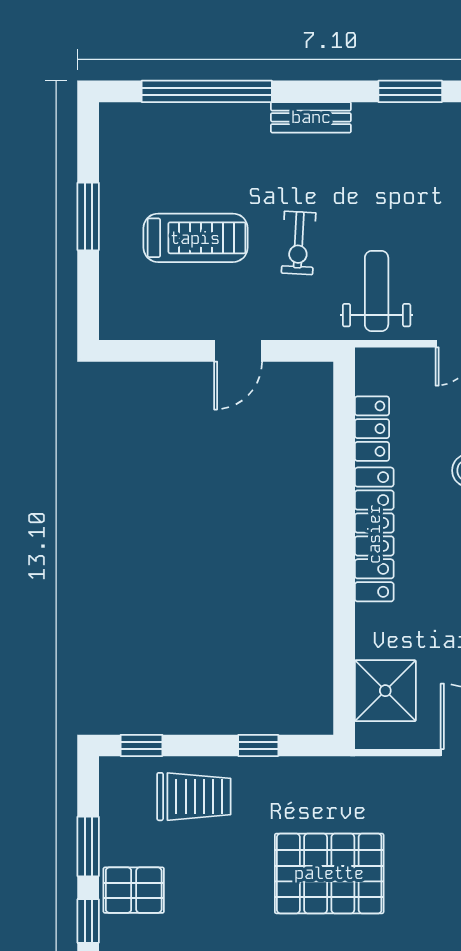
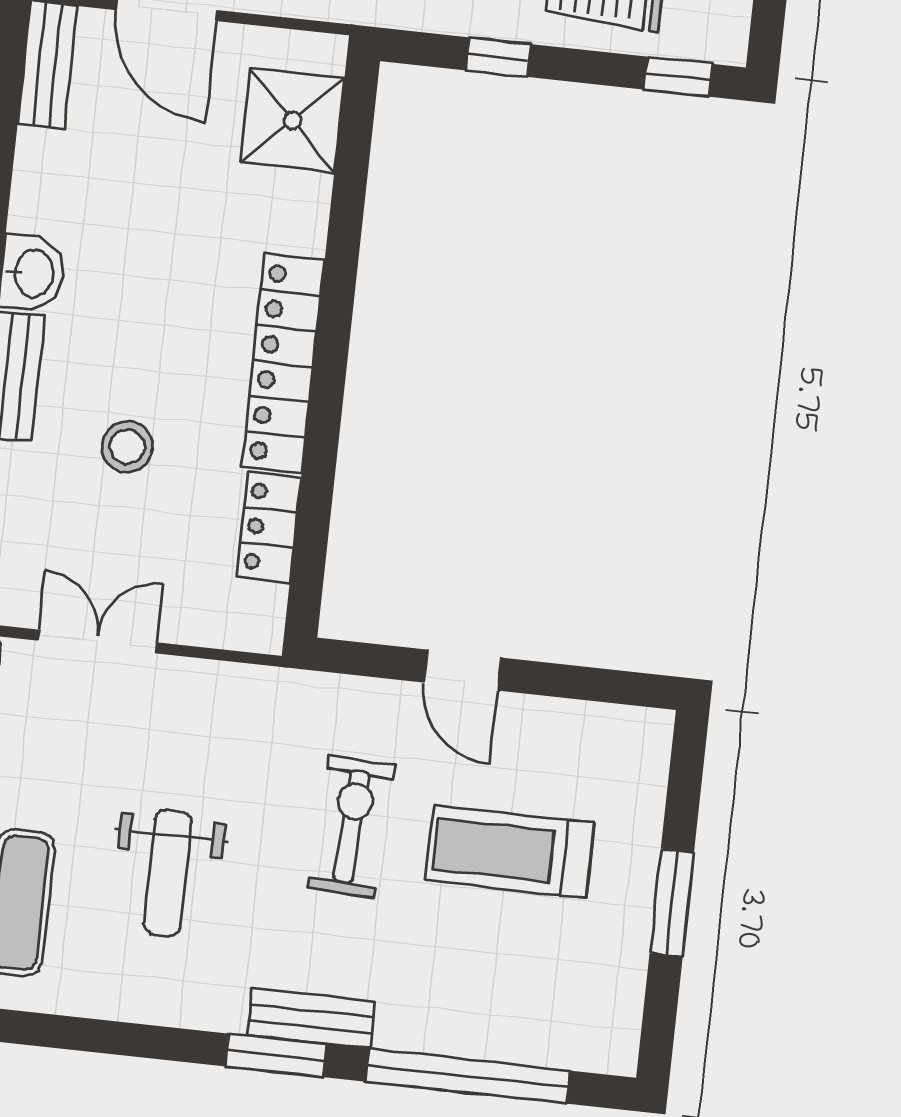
window: (410, 91) -> (276, 1055), moved
exercise bike: (299, 243) -> (351, 827), width x1.38, depth x1.39
weight bench: (377, 291) -> (168, 873), moved
door: (238, 351) -> (463, 670), swing flipped

